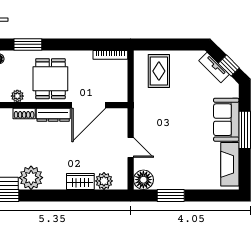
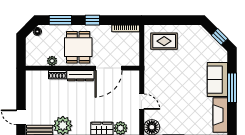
window: (68, 44) -> (92, 20), added
tv unit: (214, 68) -> (208, 38), removed
rug: (159, 71) -> (164, 41), turned 90

